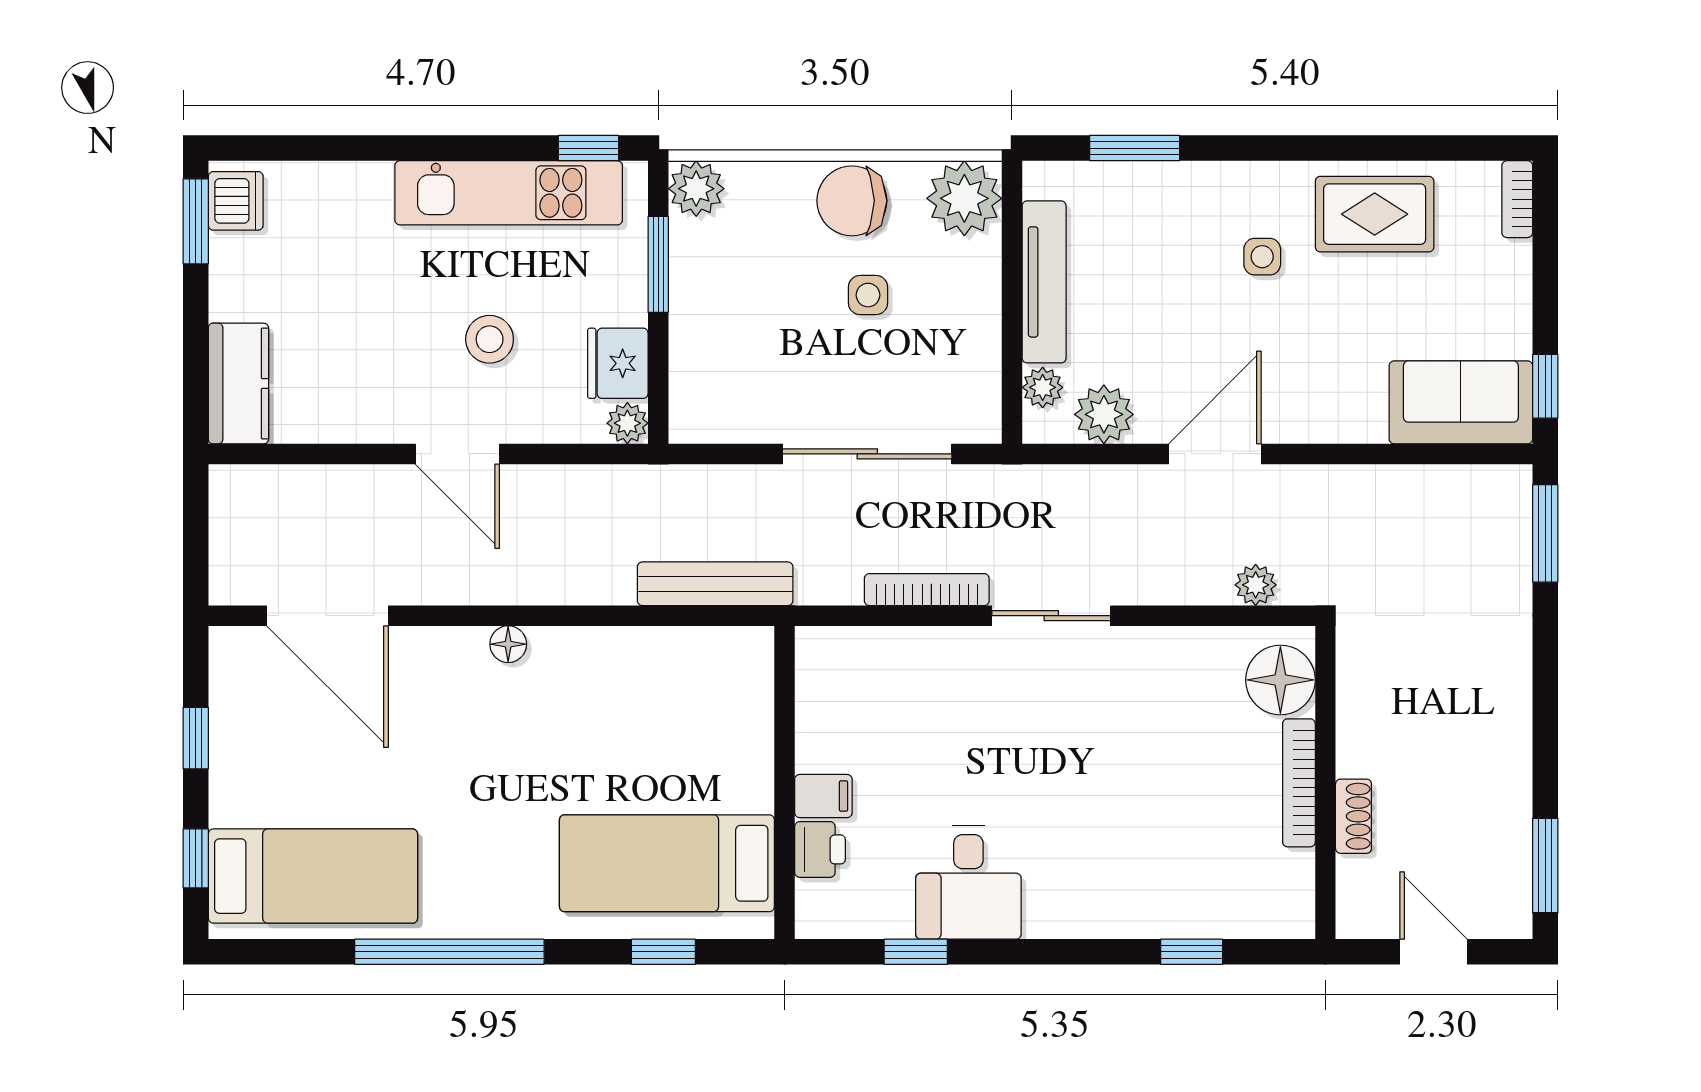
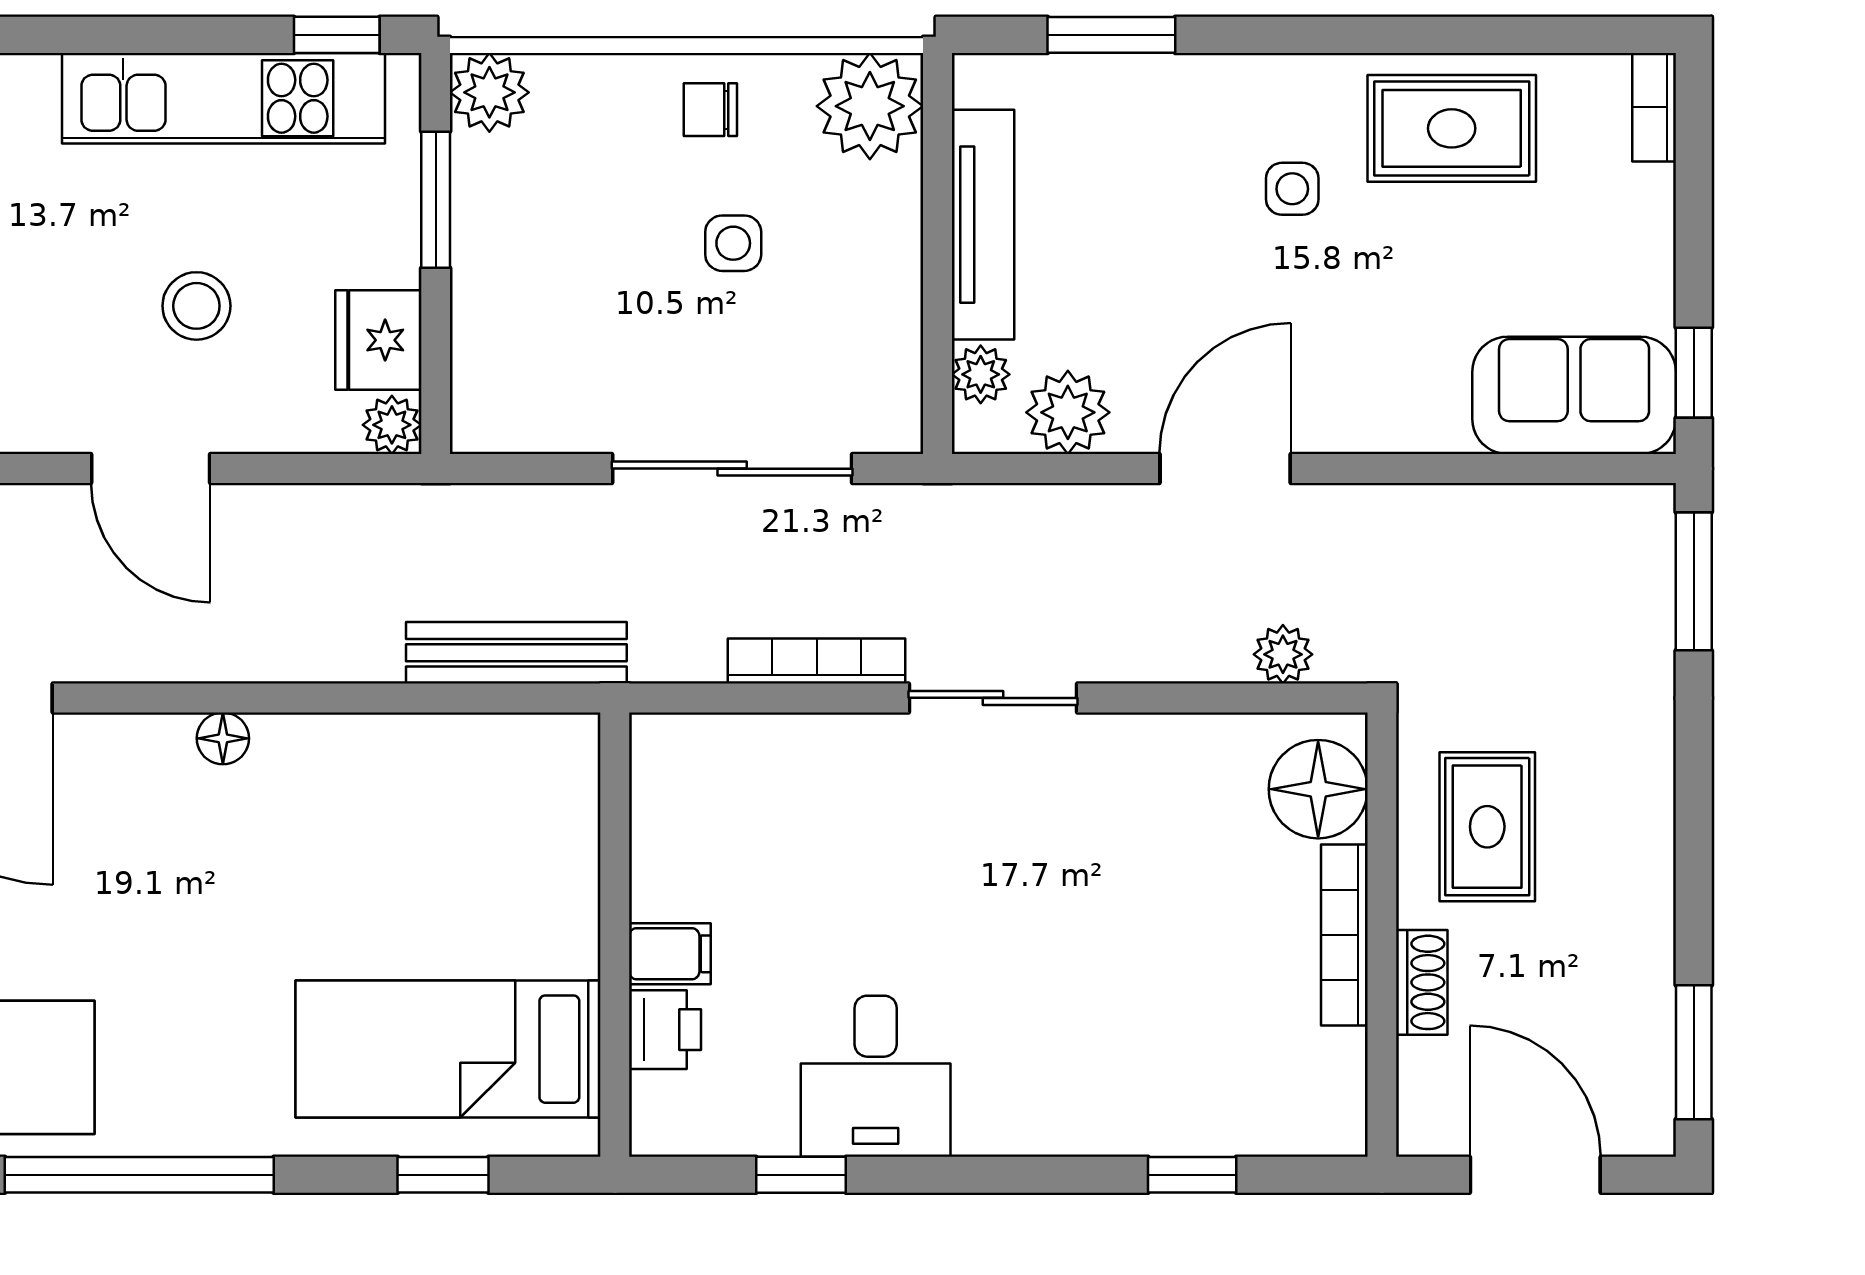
chair: (852, 201) -> (710, 110), width x0.54, depth x0.54
rug: (1400, 706) -> (1487, 827), added
door: (1433, 952) -> (1535, 1175), width x1.38

